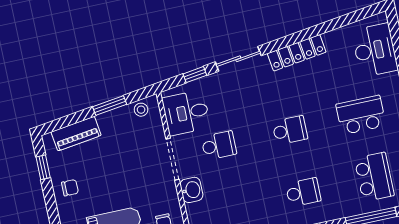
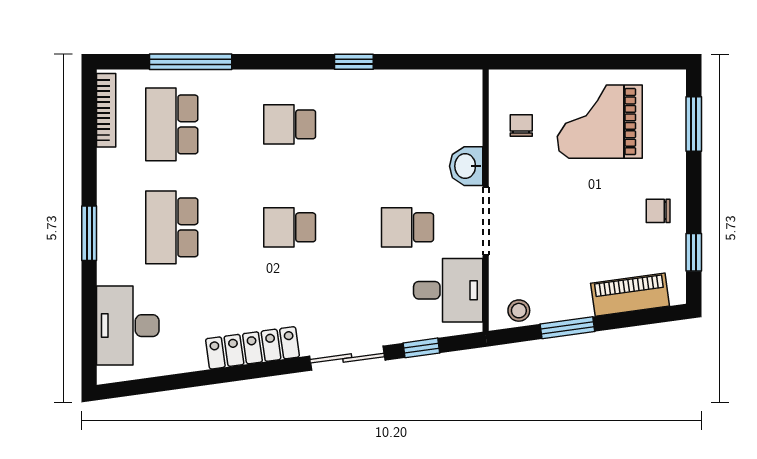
school desk: (361, 115) -> (172, 227), turned 90

